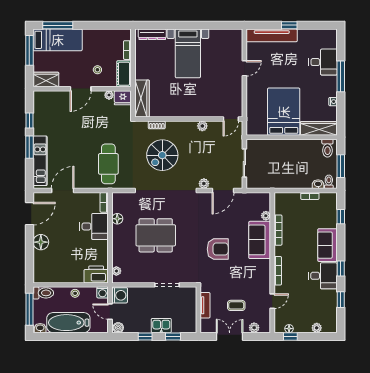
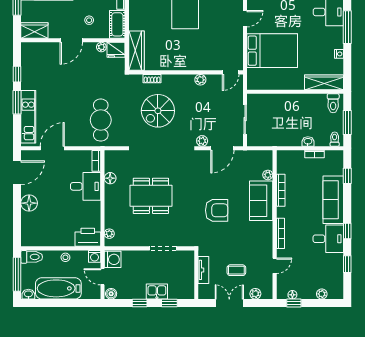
bed: (284, 112) -> (272, 51), moved, turned 90
washbasin: (318, 184) -> (308, 142), moved
sofa: (327, 245) -> (333, 200), width x1.36

